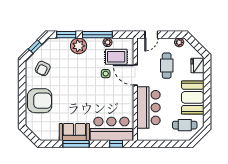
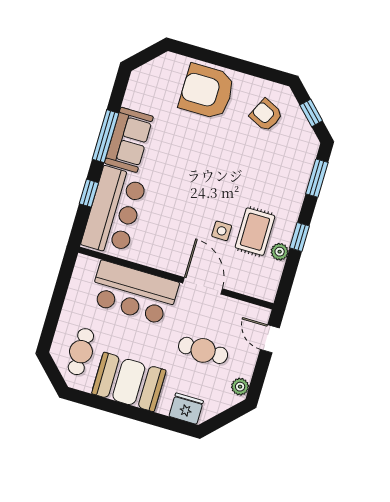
window: (97, 35) -> (300, 237), width x0.46
plant: (79, 46) -> (289, 195), removed
rug: (116, 57) -> (255, 232), moved
door: (135, 75) -> (203, 286), hinge flipped
armchair: (40, 101) -> (207, 92), turned 90
window: (116, 144) -> (89, 193), moved

